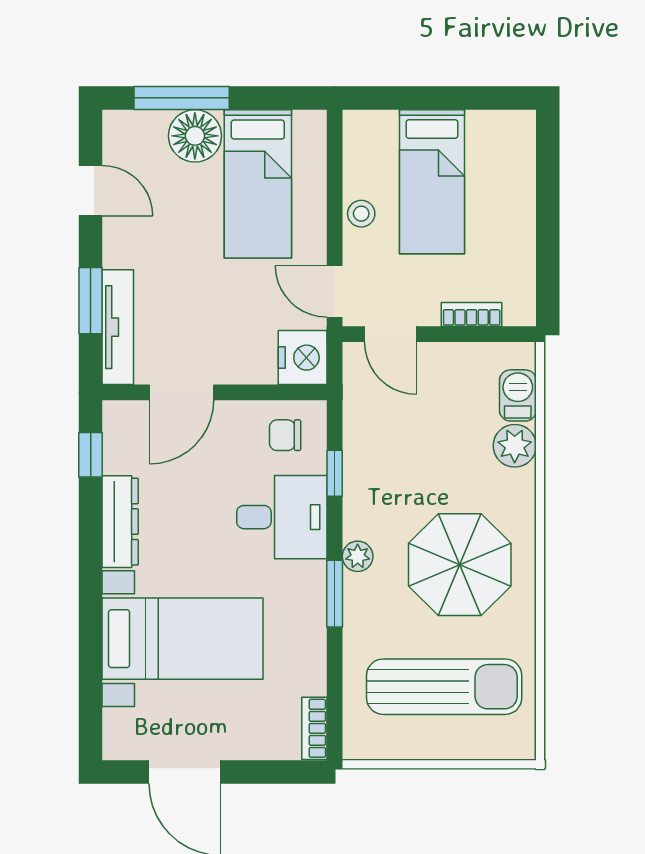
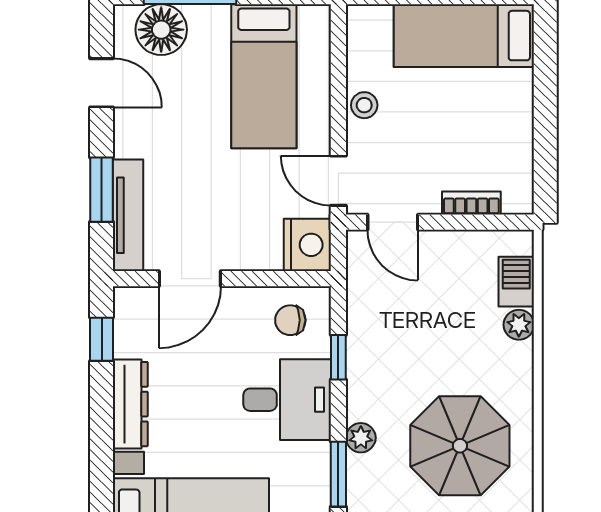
floor lamp: (195, 136) -> (161, 30), moved
bed: (432, 182) -> (464, 36), moved, turned 90
plant: (515, 446) -> (519, 325), width x0.73, depth x0.73

